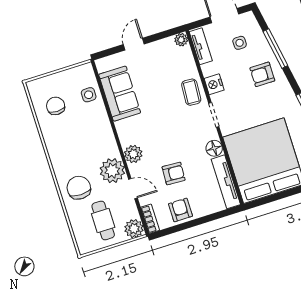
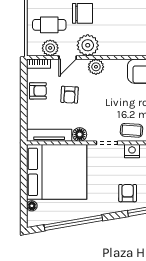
plant: (134, 229) -> (50, 48), moved

